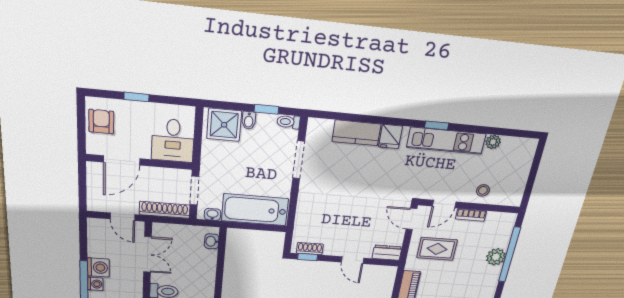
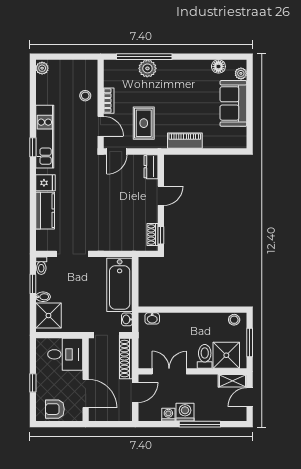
plant: (493, 142) -> (42, 68), moved
washing machine: (95, 284) -> (168, 415), moved

